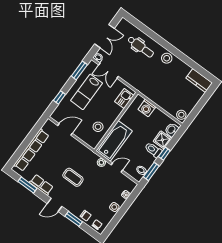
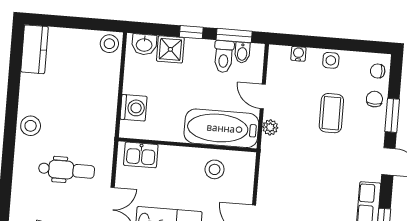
dental chair: (141, 47) -> (67, 170), moved, turned 90
toilet: (153, 150) -> (224, 57), moved
coffee table: (73, 177) -> (331, 113), moved

